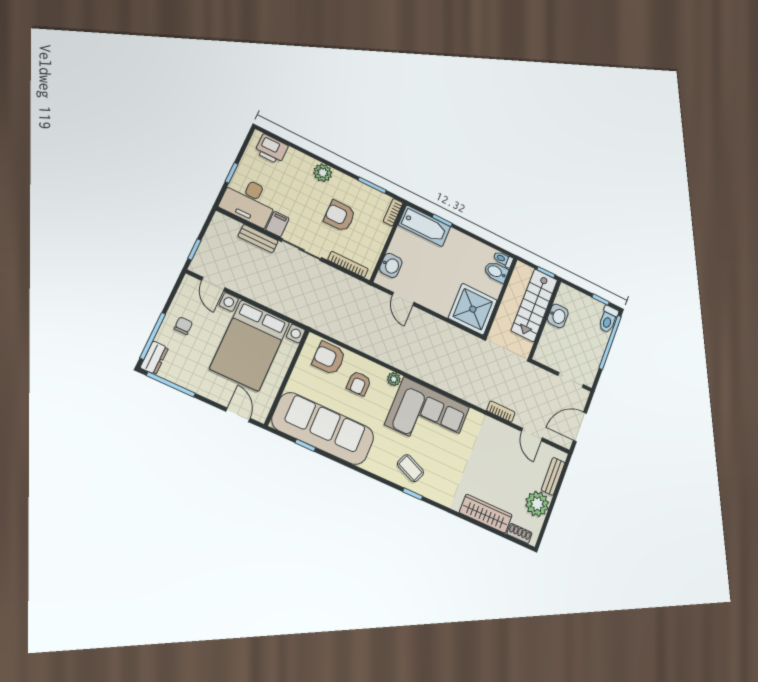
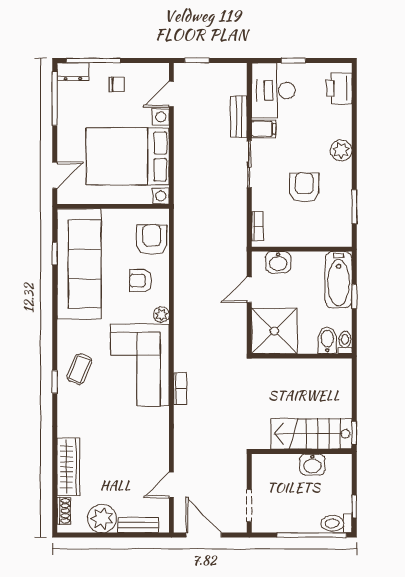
bookcase: (393, 212) -> (336, 241), removed
toilet: (503, 259) -> (345, 343), moved
bookcase: (348, 264) -> (257, 226), width x0.64
bidet: (496, 272) -> (327, 340), moved
wall: (501, 297) -> (302, 356), moved
shower: (473, 309) -> (274, 331), moved
bookcase: (501, 411) -> (180, 389), moved

